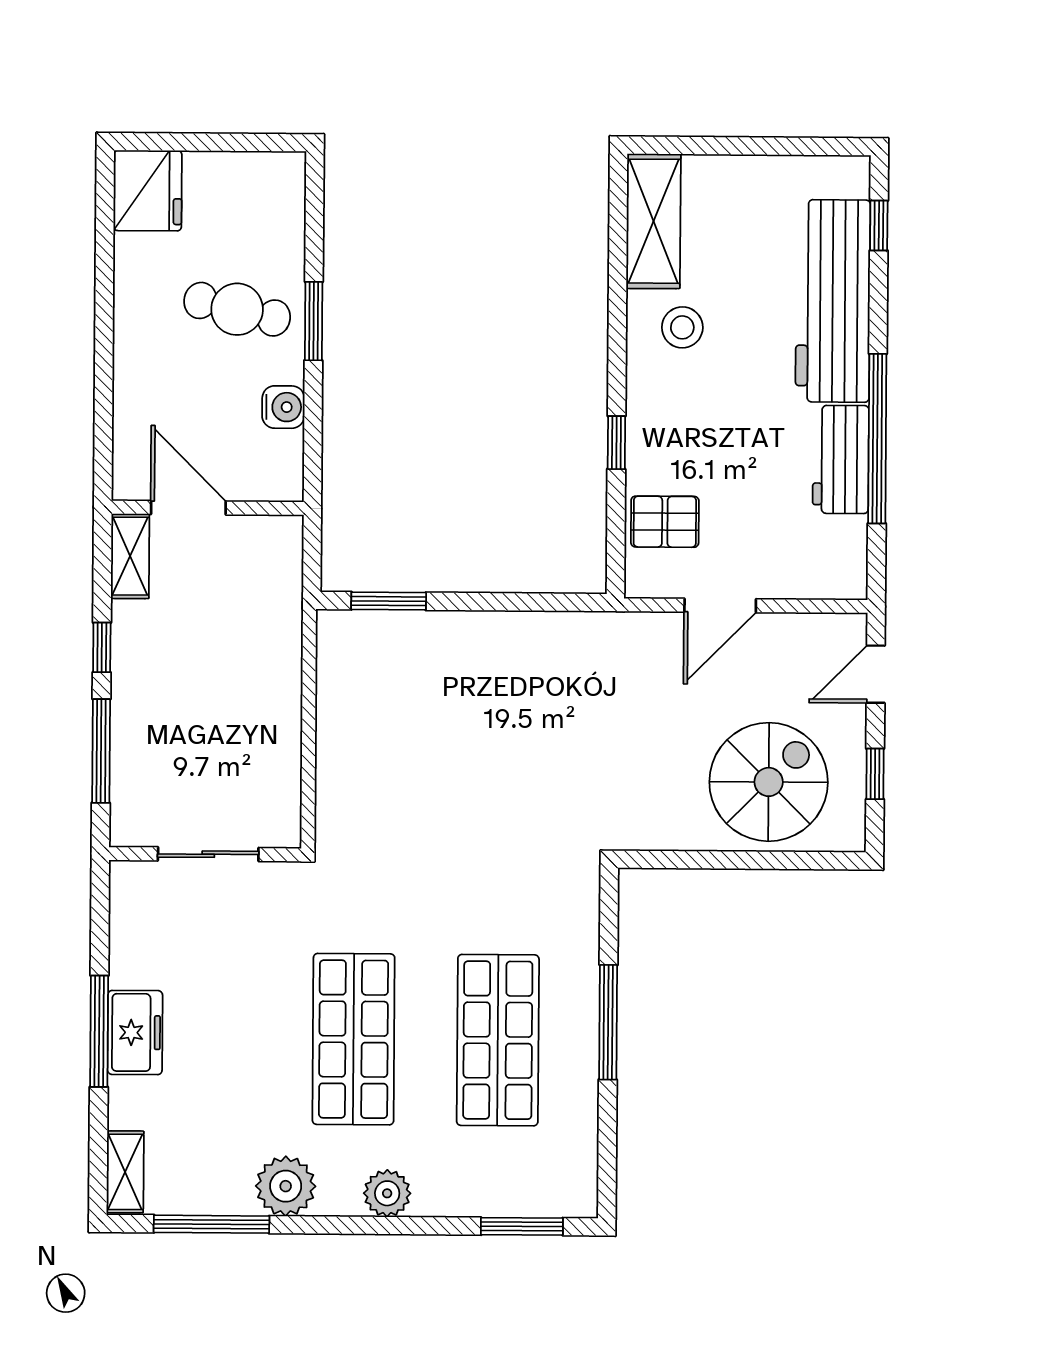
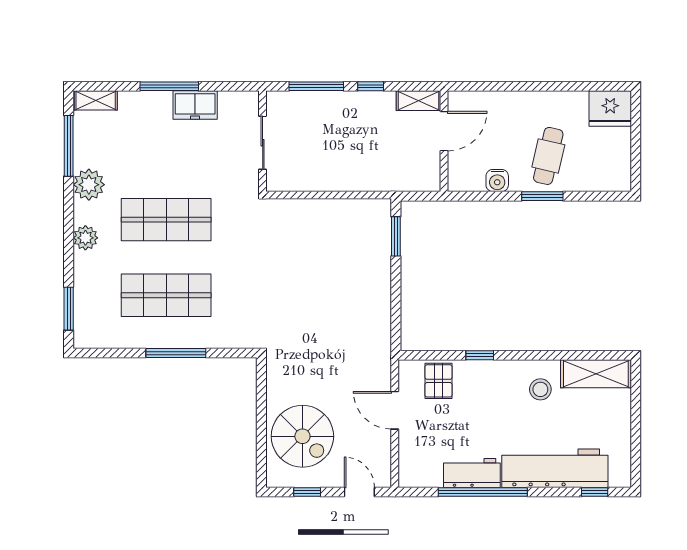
freezer: (135, 1032) -> (195, 105), moved

